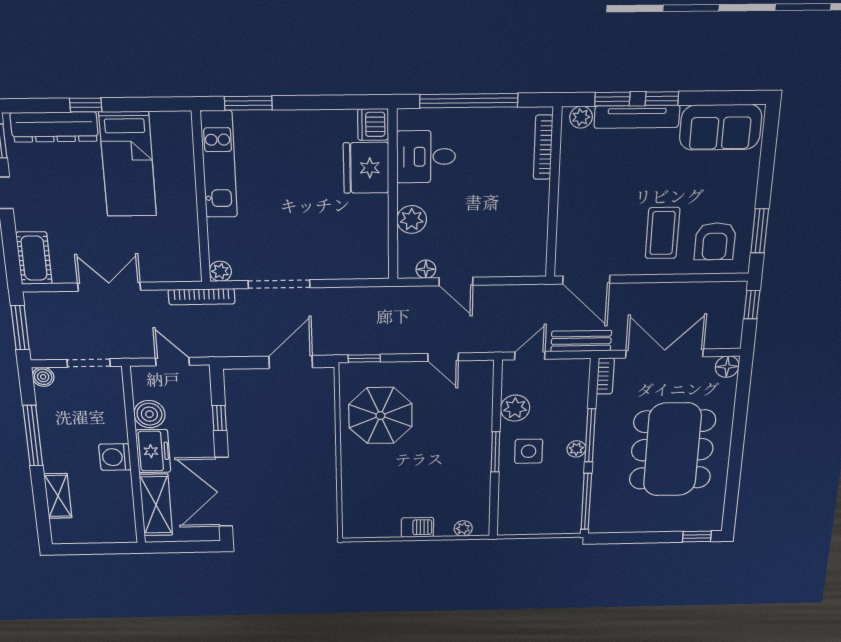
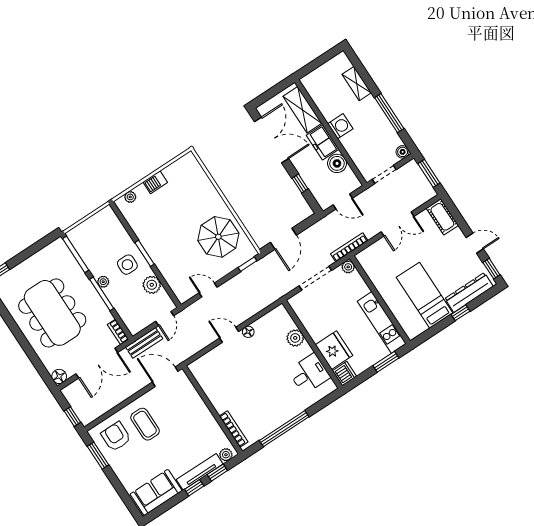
dishwasher: (373, 124) -> (344, 374), moved
desk: (426, 157) -> (309, 374), moved
fridge: (366, 168) -> (334, 350), moved
wall: (393, 196) -> (312, 344), moved
plant: (412, 220) -> (295, 338), moved

